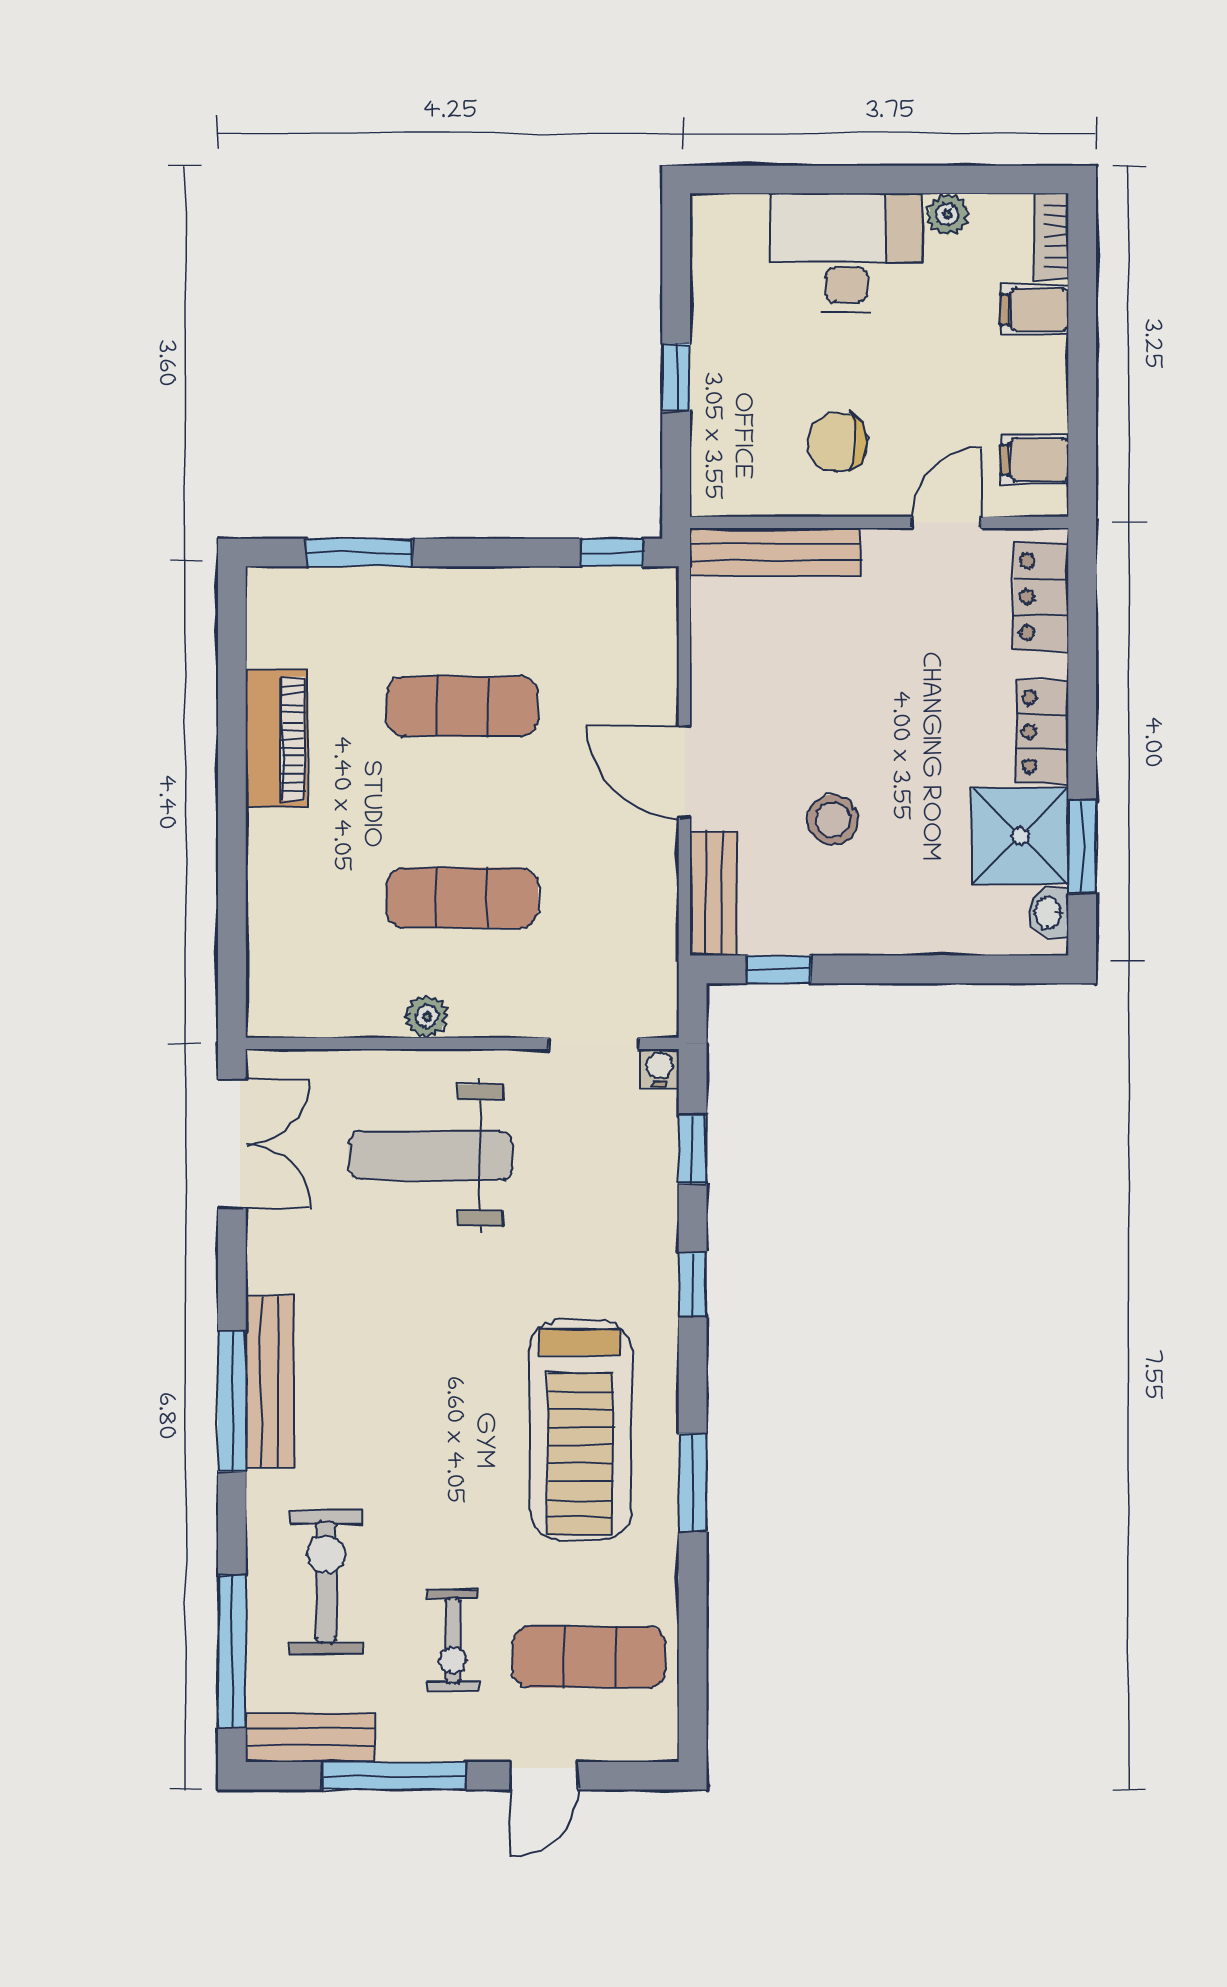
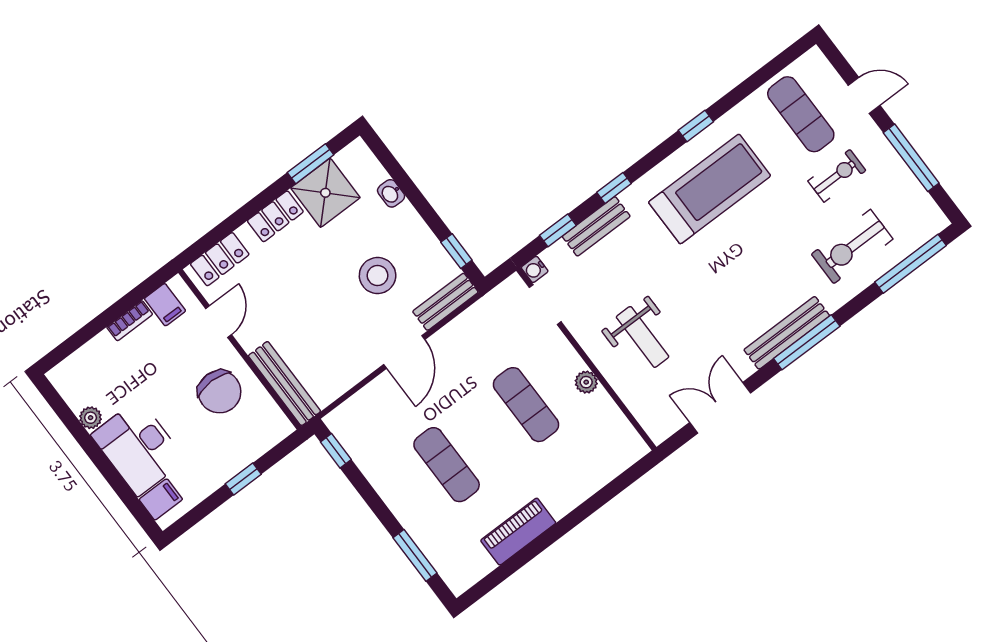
bookcase: (1051, 236) -> (130, 321), moved
filing cabinet: (1034, 310) -> (161, 499), moved, turned -90
chair: (838, 442) -> (220, 392), width x1.37, depth x1.37
door: (946, 522) -> (219, 322), swing flipped
stool: (833, 820) -> (378, 276), width x1.38, depth x1.38
washbasin: (1049, 913) -> (391, 193), moved, turned 90
double door: (232, 1144) -> (720, 408), moved
weight bench: (431, 1155) -> (643, 337), width x0.73, depth x0.75
window: (693, 1482) -> (696, 126), width x0.67
bench: (310, 1737) -> (596, 226), moved, turned 90

